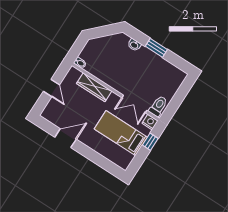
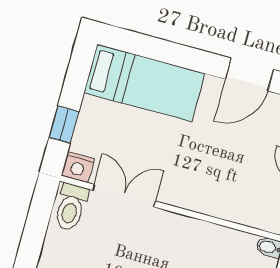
wardrobe: (94, 87) -> (222, 204), removed
bed: (121, 133) -> (144, 83), moved

